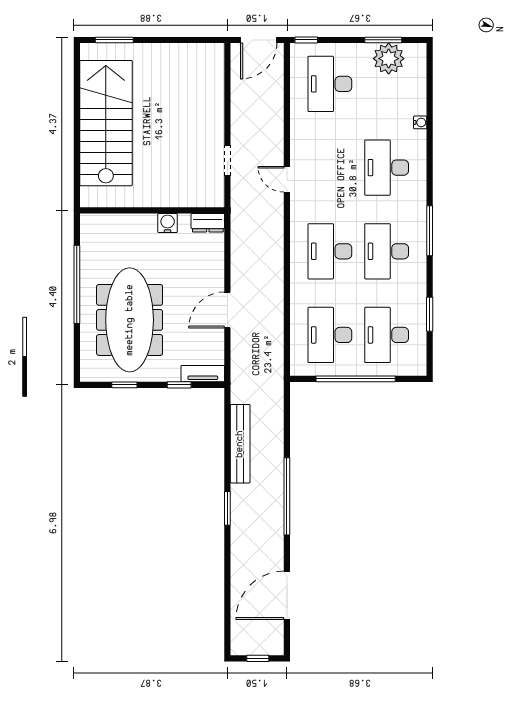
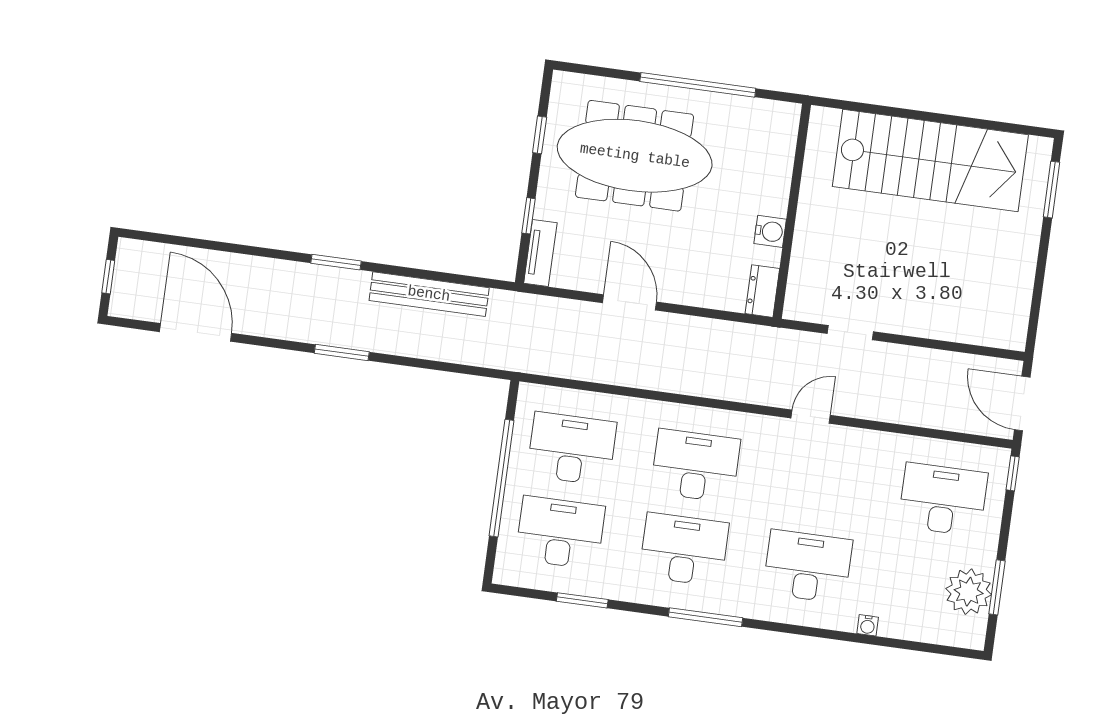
window: (287, 496) -> (342, 353), width x0.47

